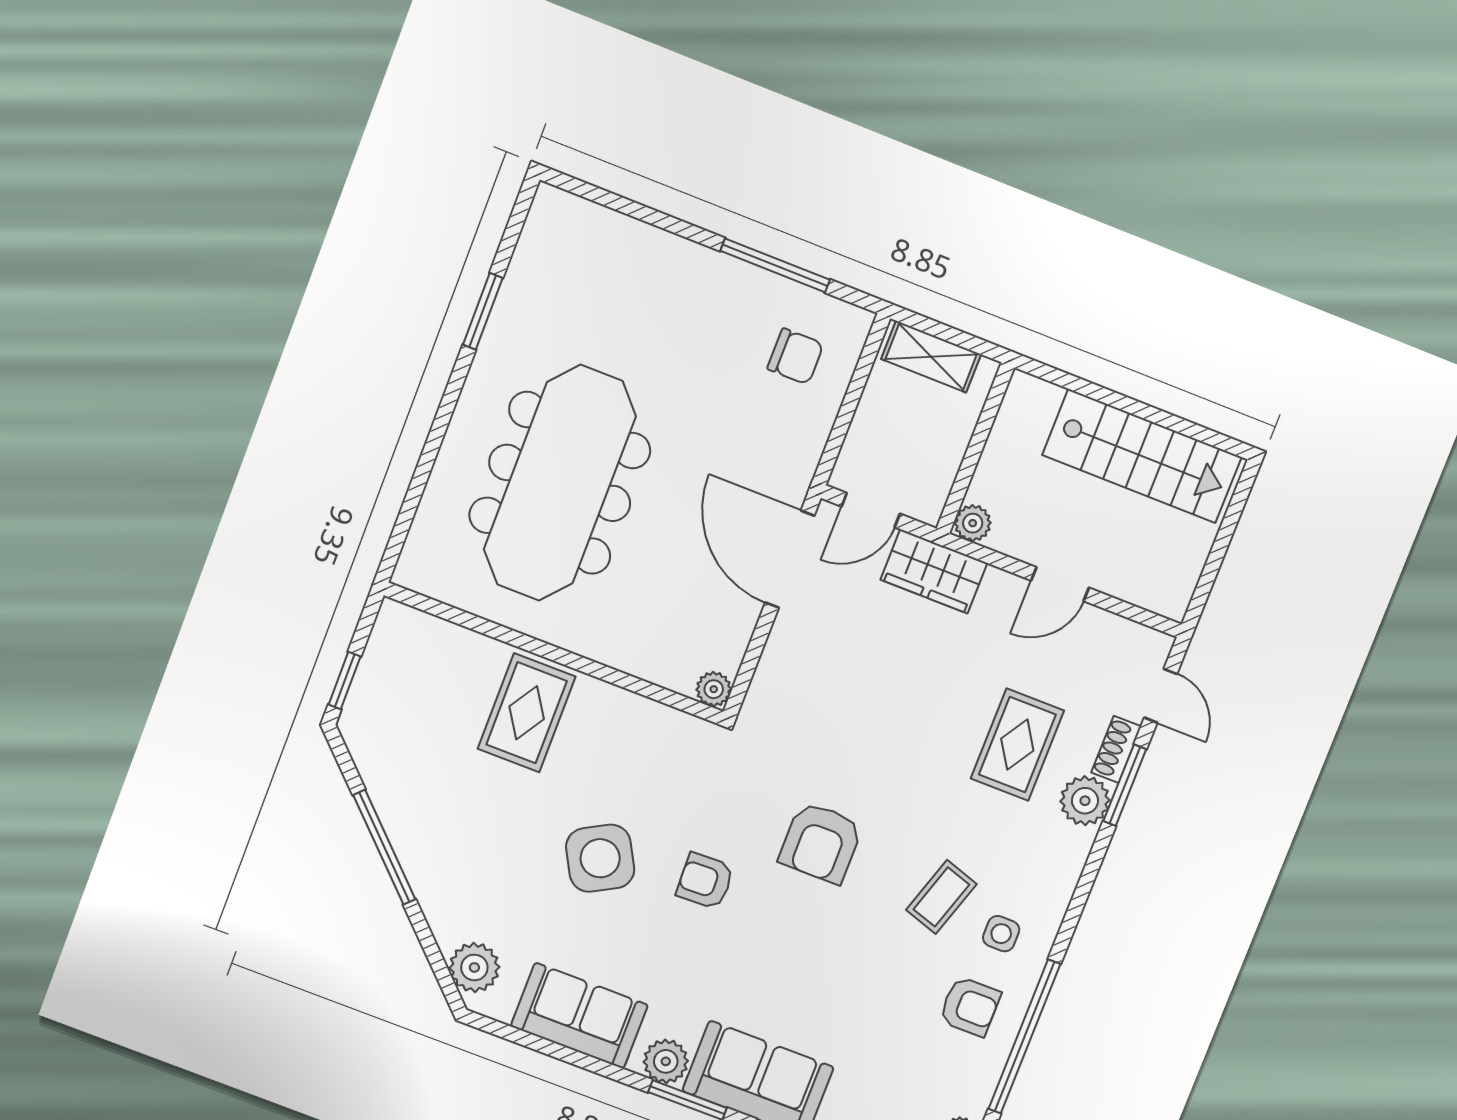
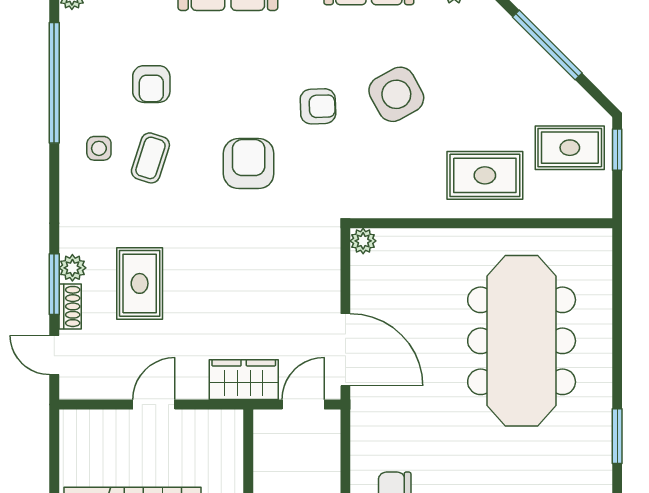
plant: (973, 523) -> (230, 423), removed
rug: (404, 706) -> (570, 148), added
rug: (527, 713) -> (485, 175), turned 90
plant: (1085, 801) -> (72, 268), width x0.73, depth x0.73
armchair: (970, 1006) -> (151, 84), moved, turned -90

